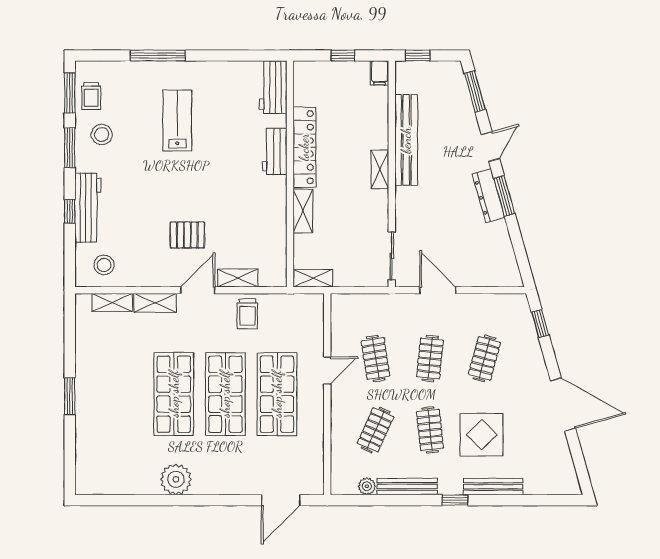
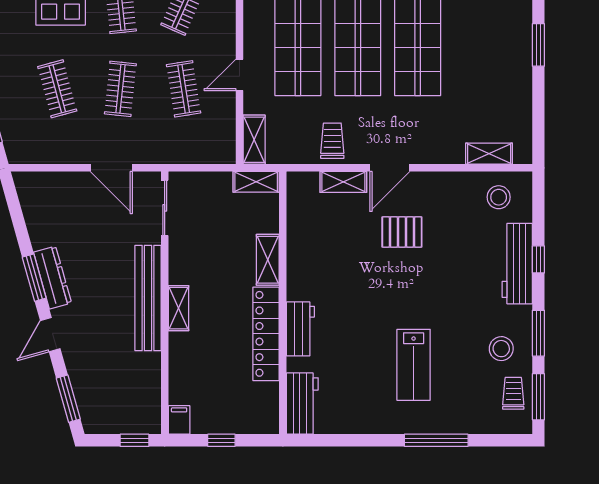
bench: (406, 140) -> (148, 298), moved
shelving: (155, 303) -> (254, 140), moved, turned 90
clothes rail: (484, 358) -> (57, 89), turned -30

